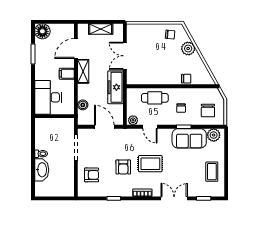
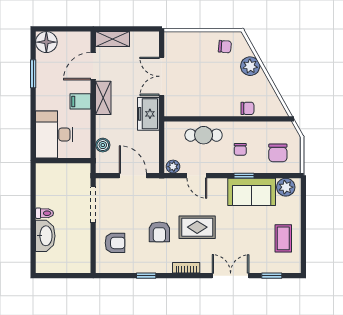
shelving: (101, 29) -> (112, 39), moved
freezer: (115, 87) -> (148, 114), width x0.71

